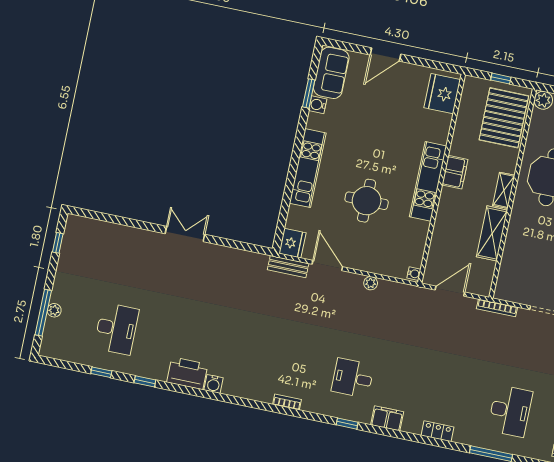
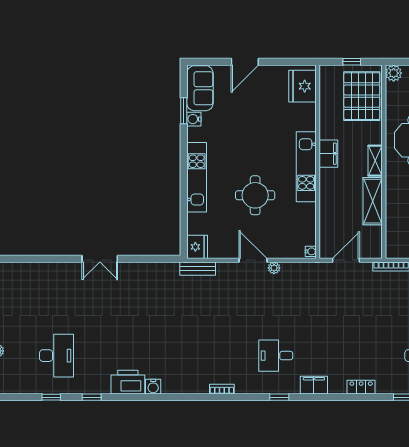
double door: (185, 234) -> (100, 259), swing flipped
door: (327, 266) -> (253, 260), moved

